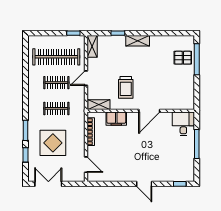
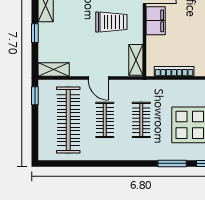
filing cabinet: (116, 119) -> (156, 21), moved

